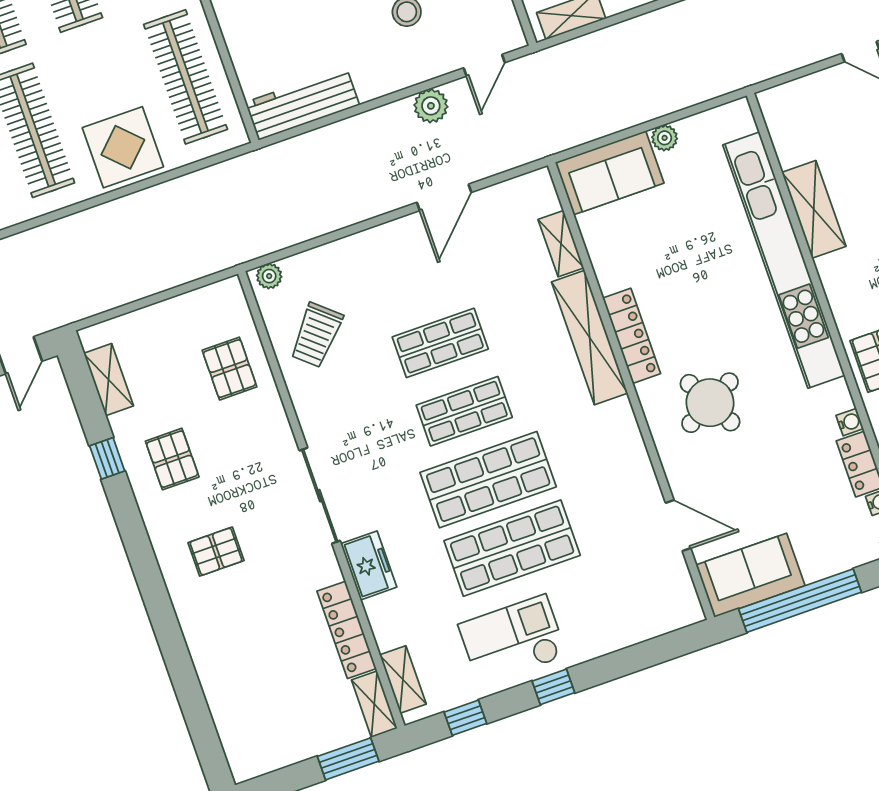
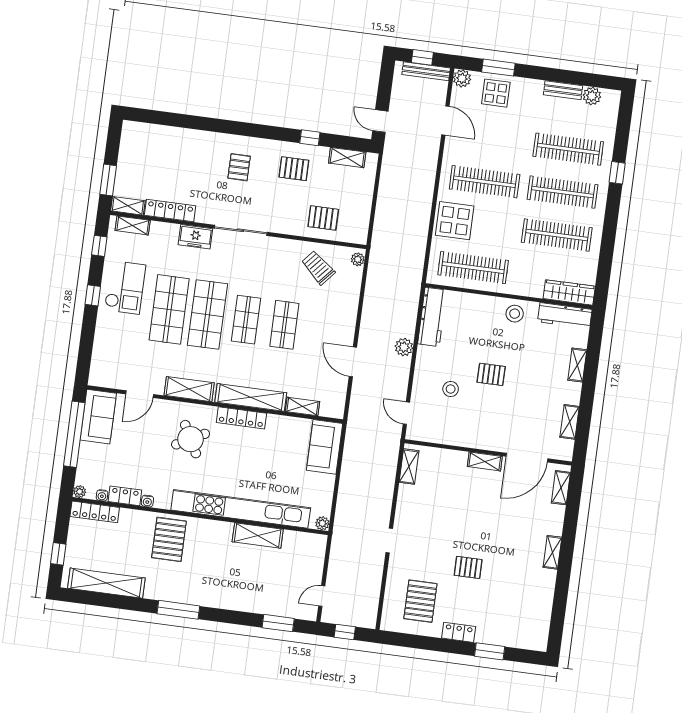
plant: (431, 106) -> (404, 347), moved
plant: (665, 138) -> (322, 523), moved
shelving: (628, 447) -> (189, 389), added

